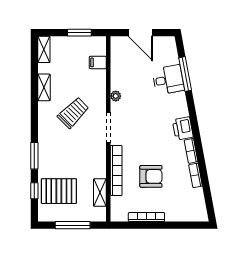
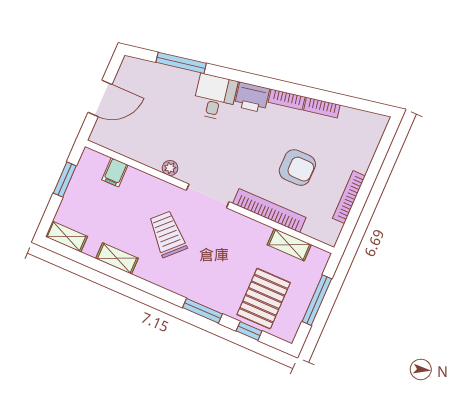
desk: (168, 80) -> (215, 97), moved
armchair: (151, 176) -> (297, 168), turned 90

